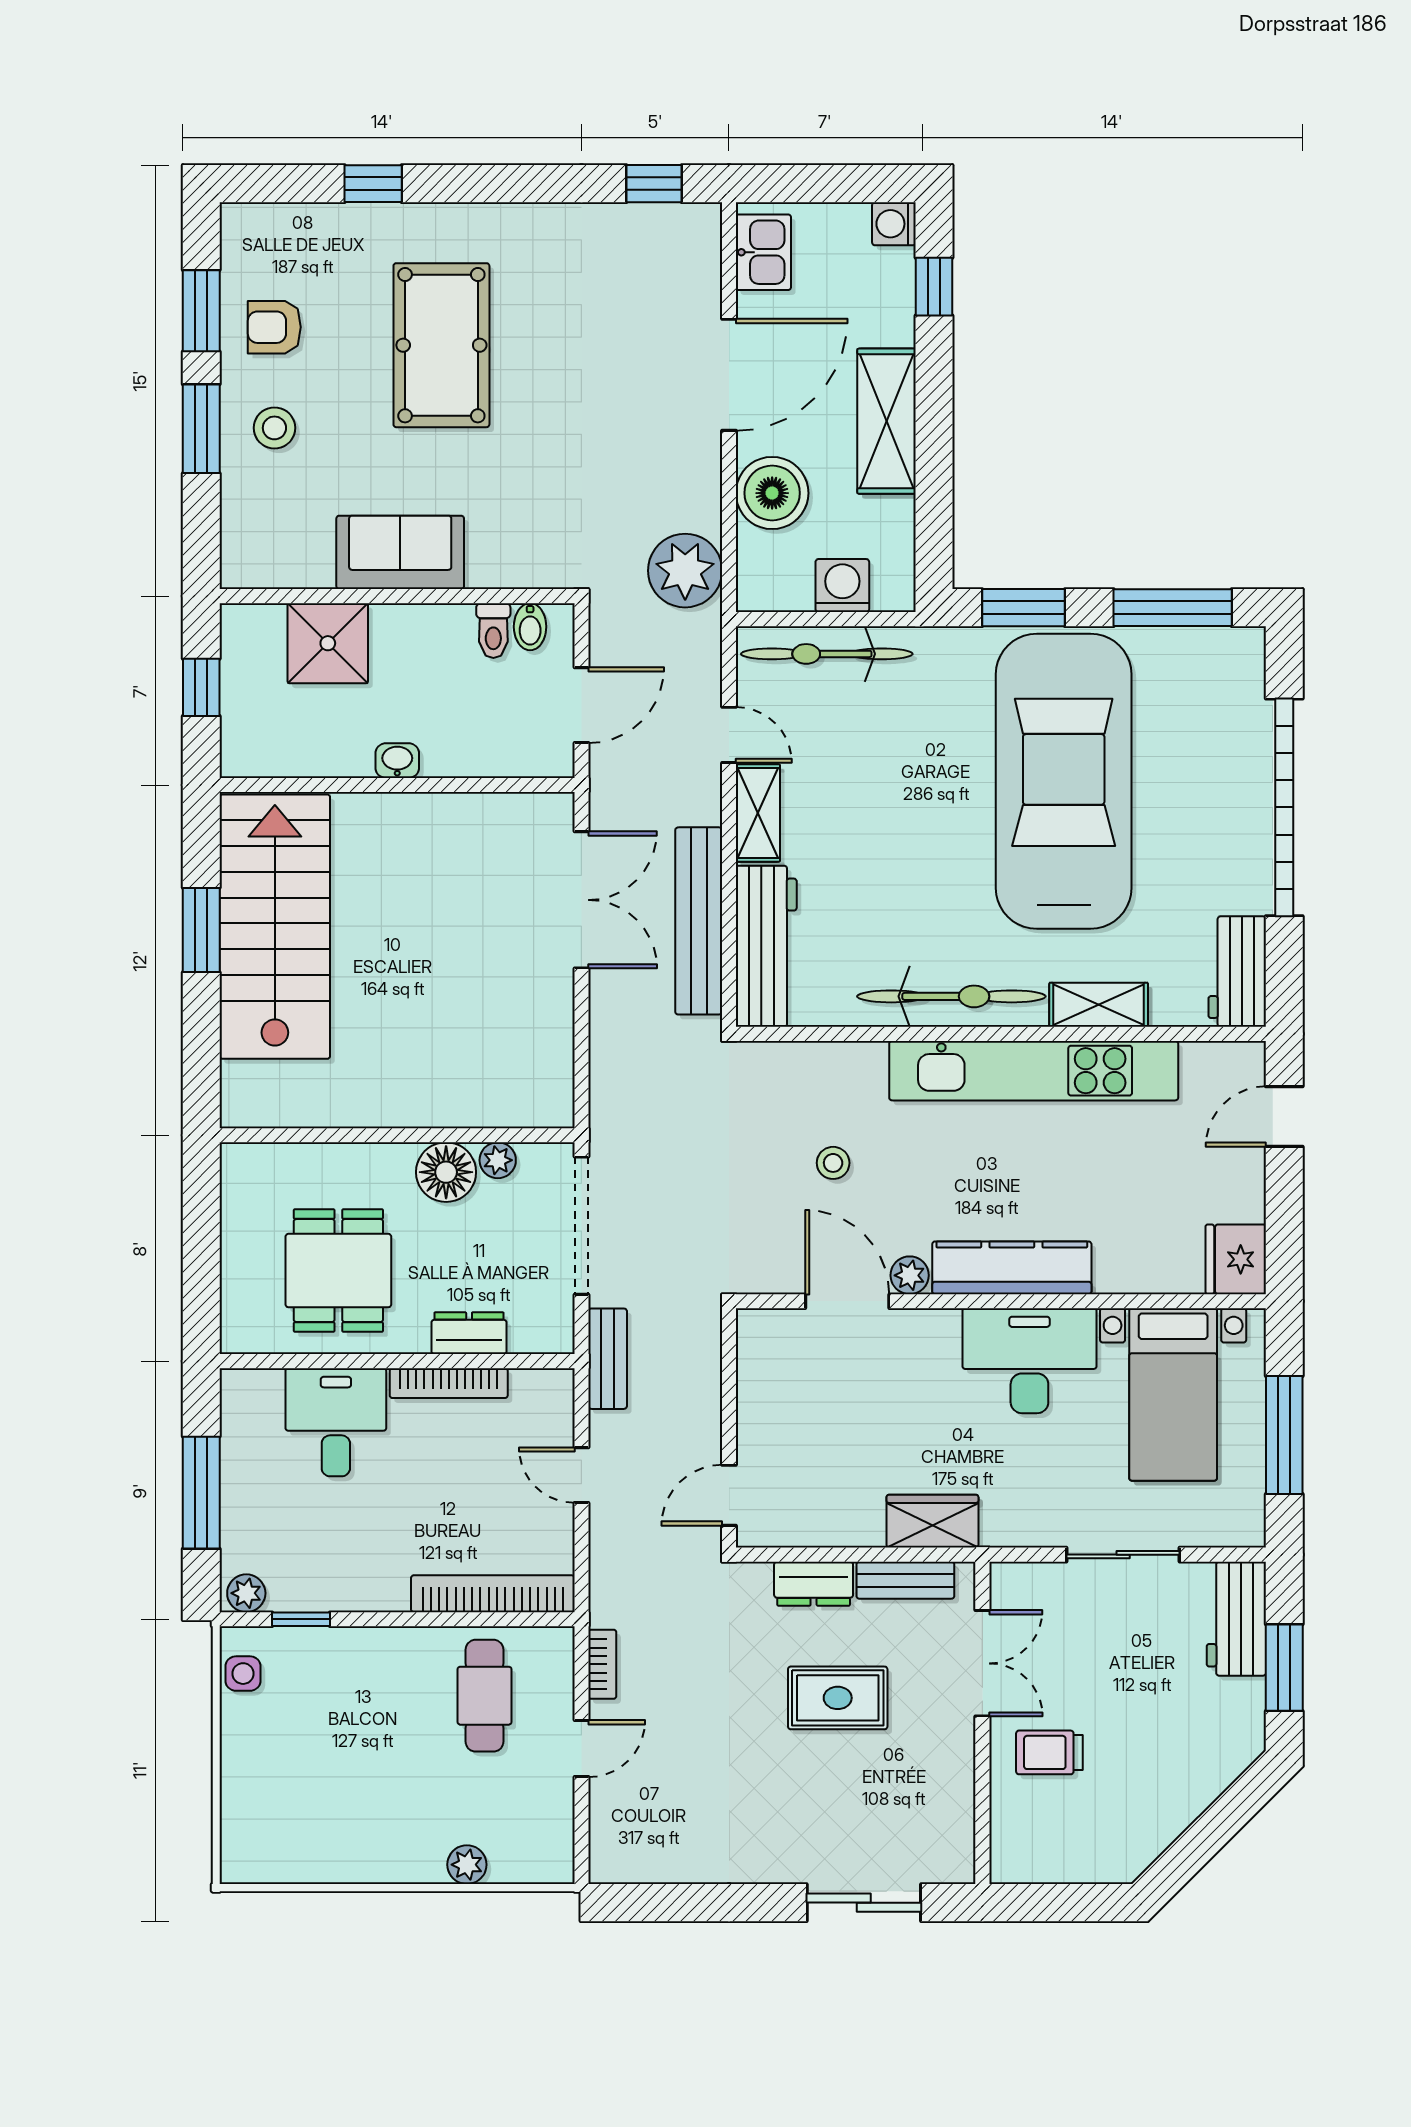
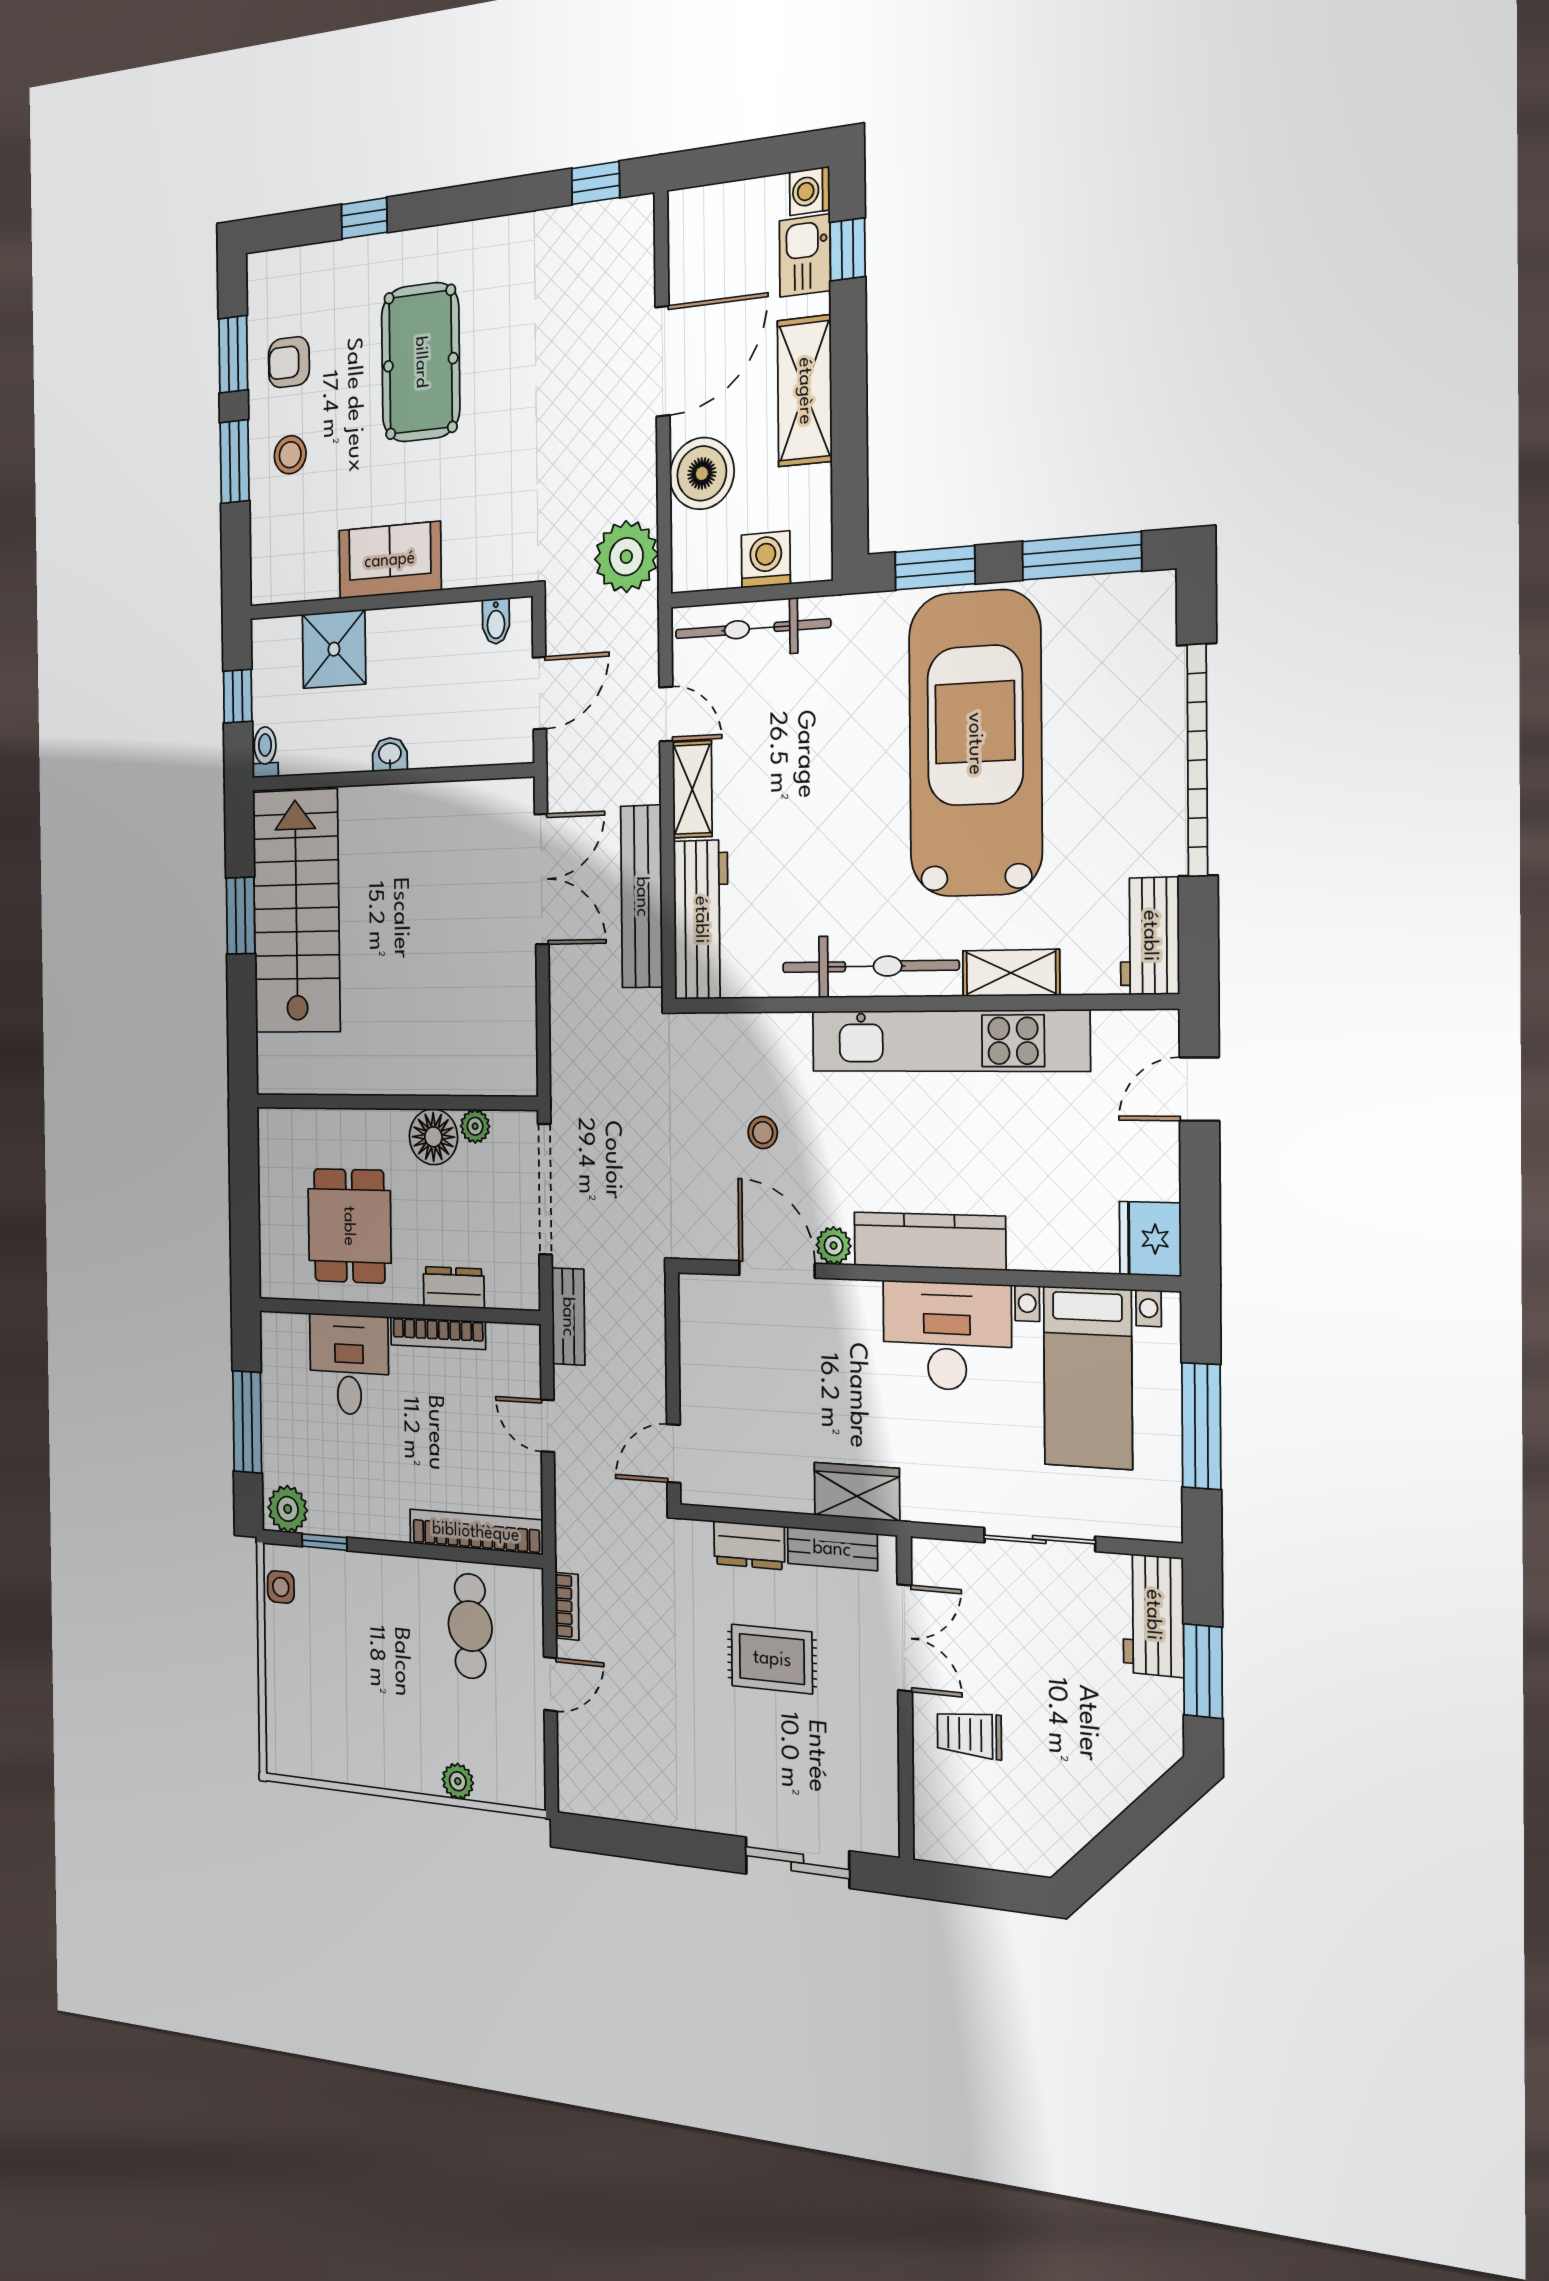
kitchen sink: (763, 252) -> (805, 256), moved, turned 180
toilet: (493, 631) -> (265, 752), moved, turned 180
plant: (246, 1593) -> (288, 1509), width x1.38, depth x1.38

